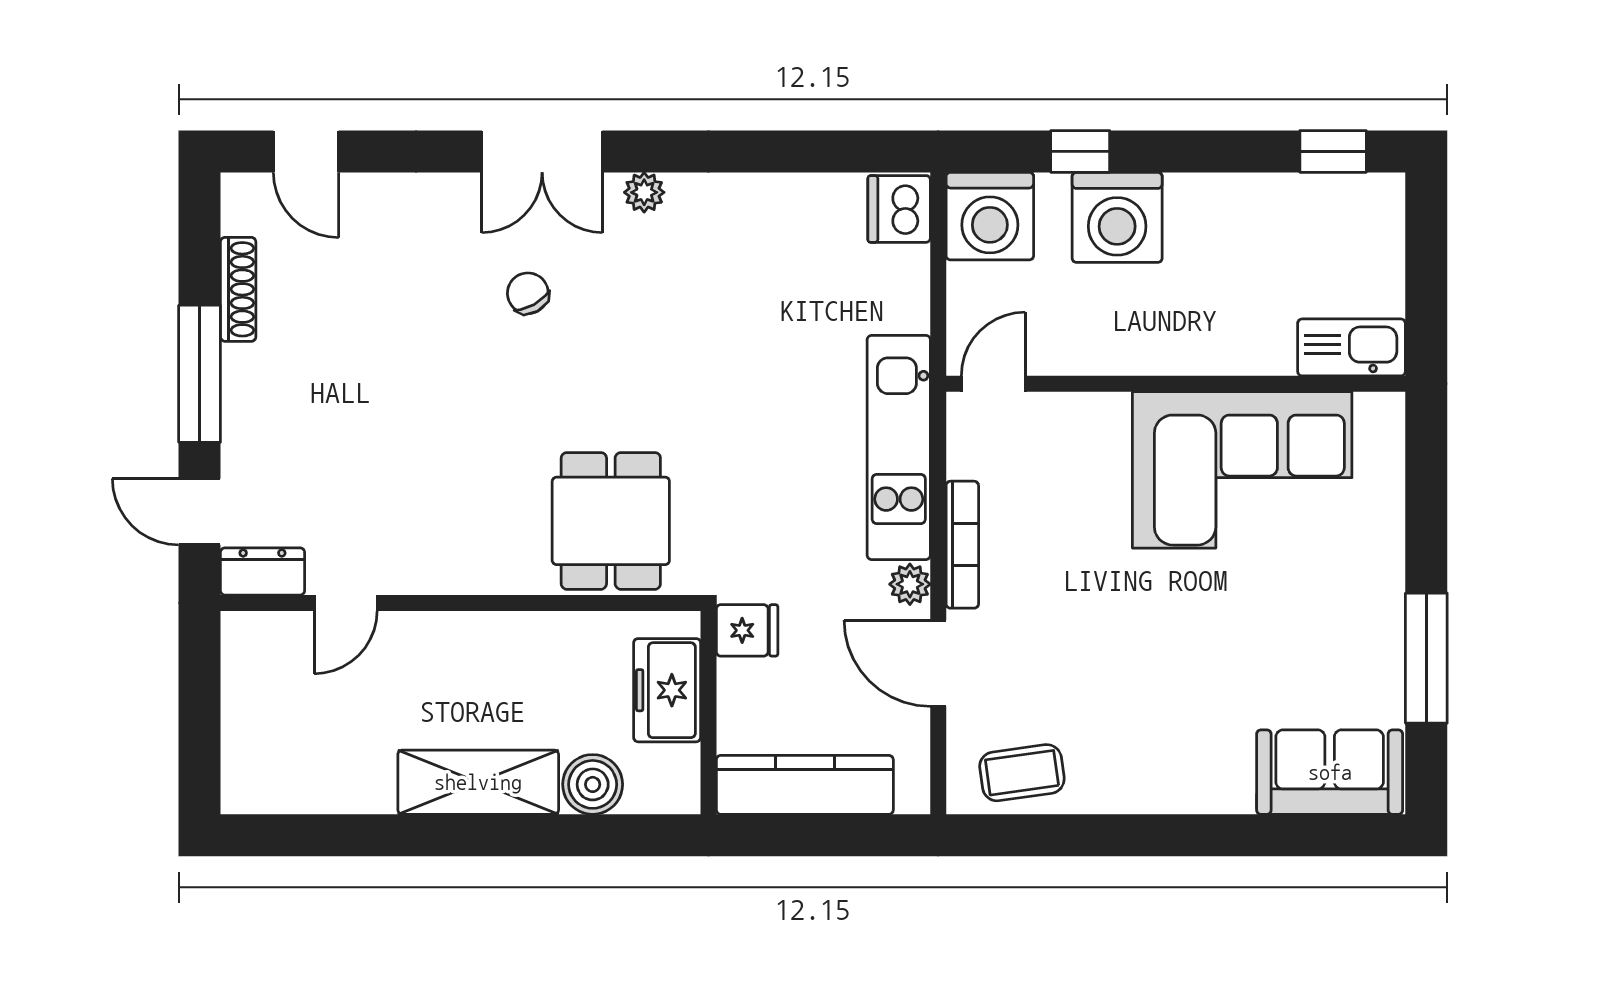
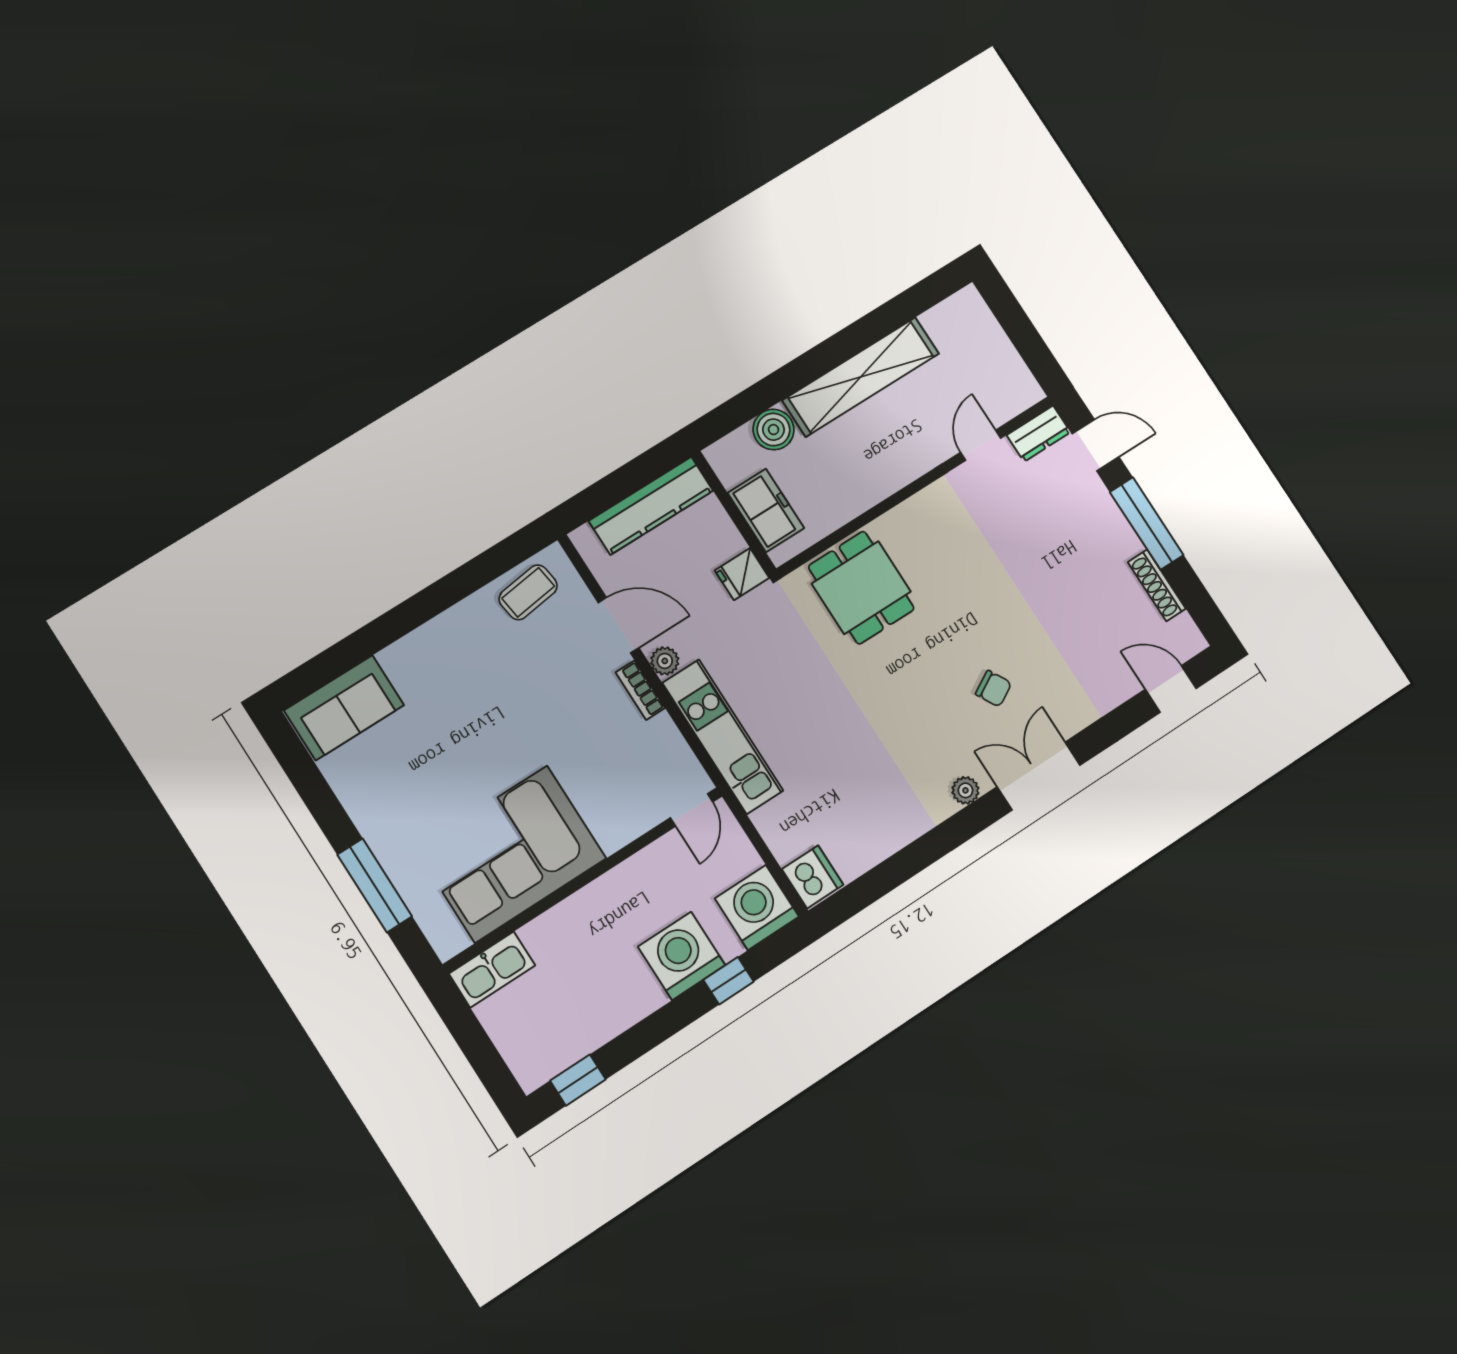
bookcase: (962, 545) -> (640, 690), width x0.64
window: (1426, 658) -> (375, 886), moved
shelving: (478, 782) -> (861, 377), width x1.47

